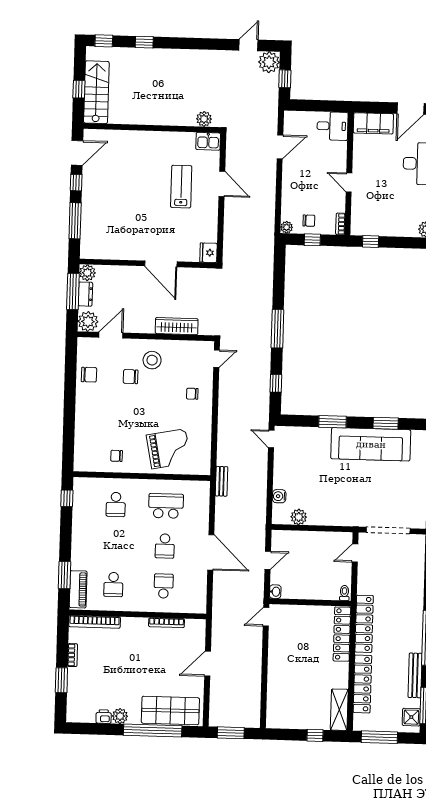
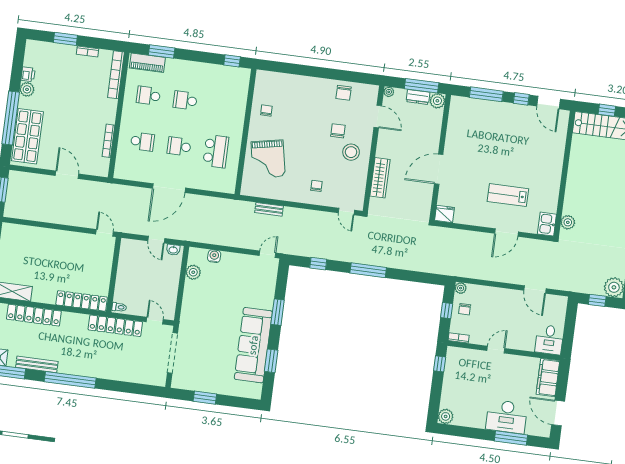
lab bench: (181, 187) -> (508, 195), turned 180
plant: (88, 321) -> (389, 92), width x0.53, depth x0.53
bench: (222, 481) -> (269, 209), moved
school desk: (116, 504) -> (185, 100), moved
washbasin: (275, 592) -> (173, 250), moved
locker: (364, 624) -> (115, 326), moved

